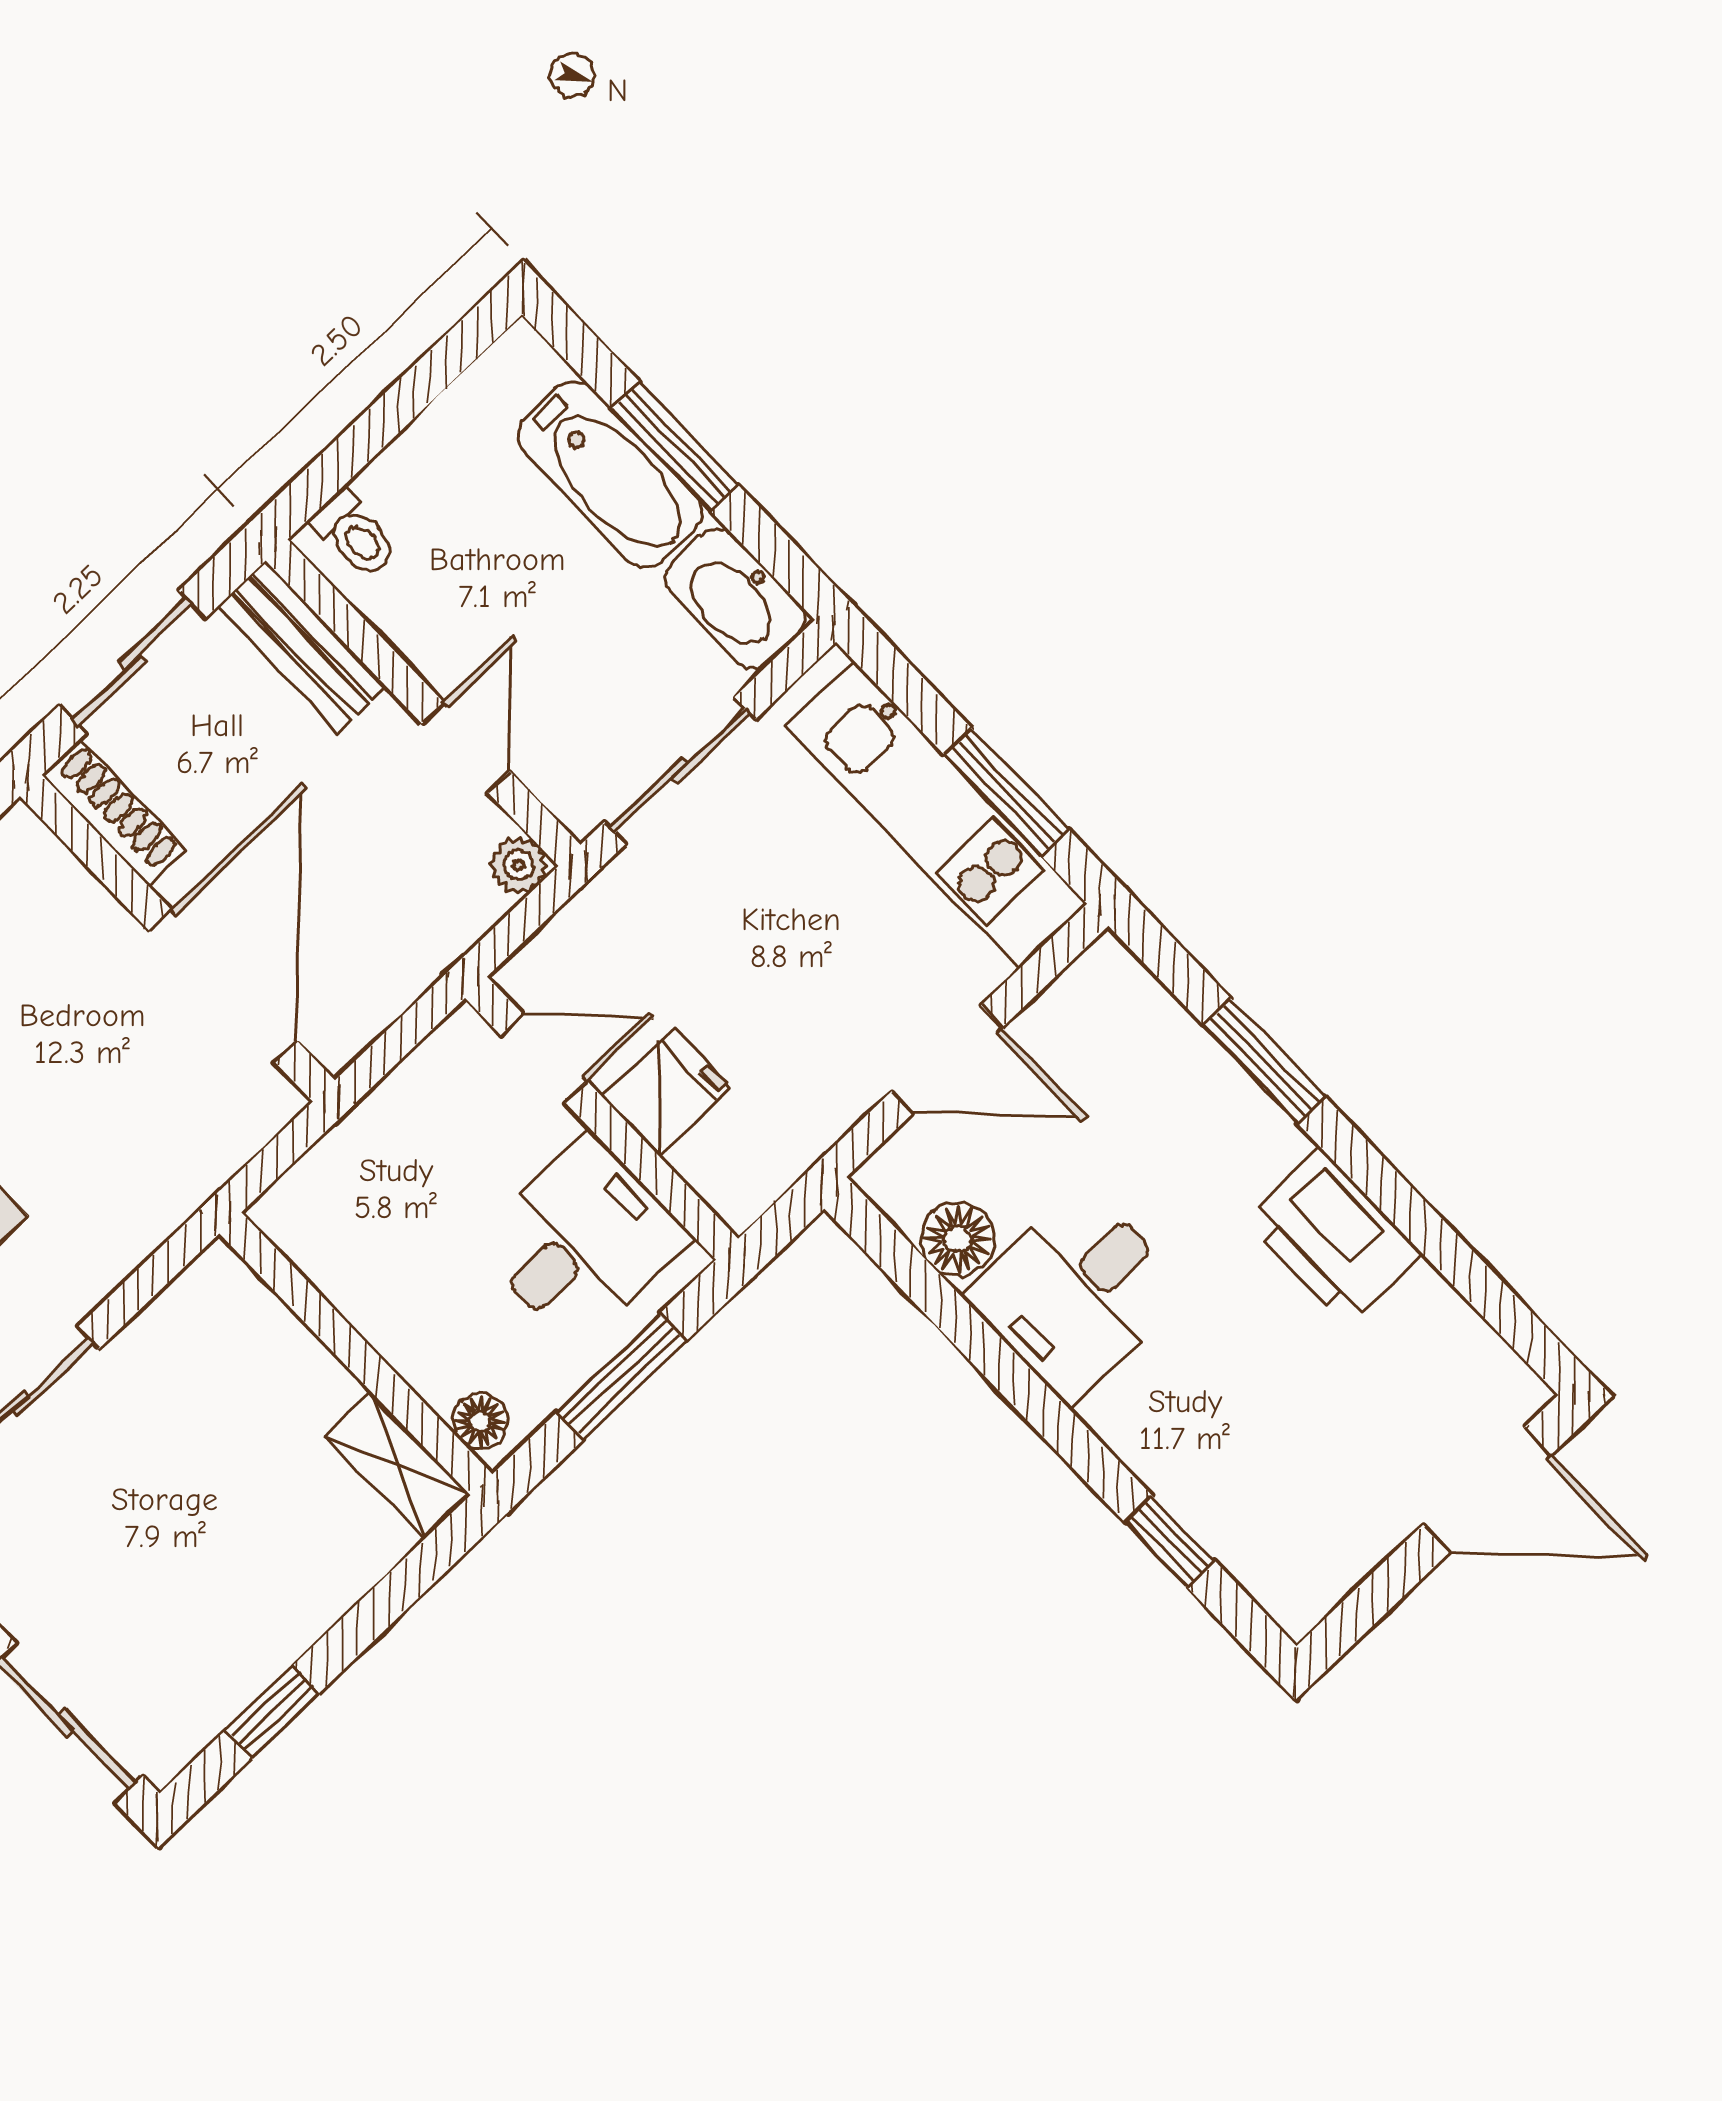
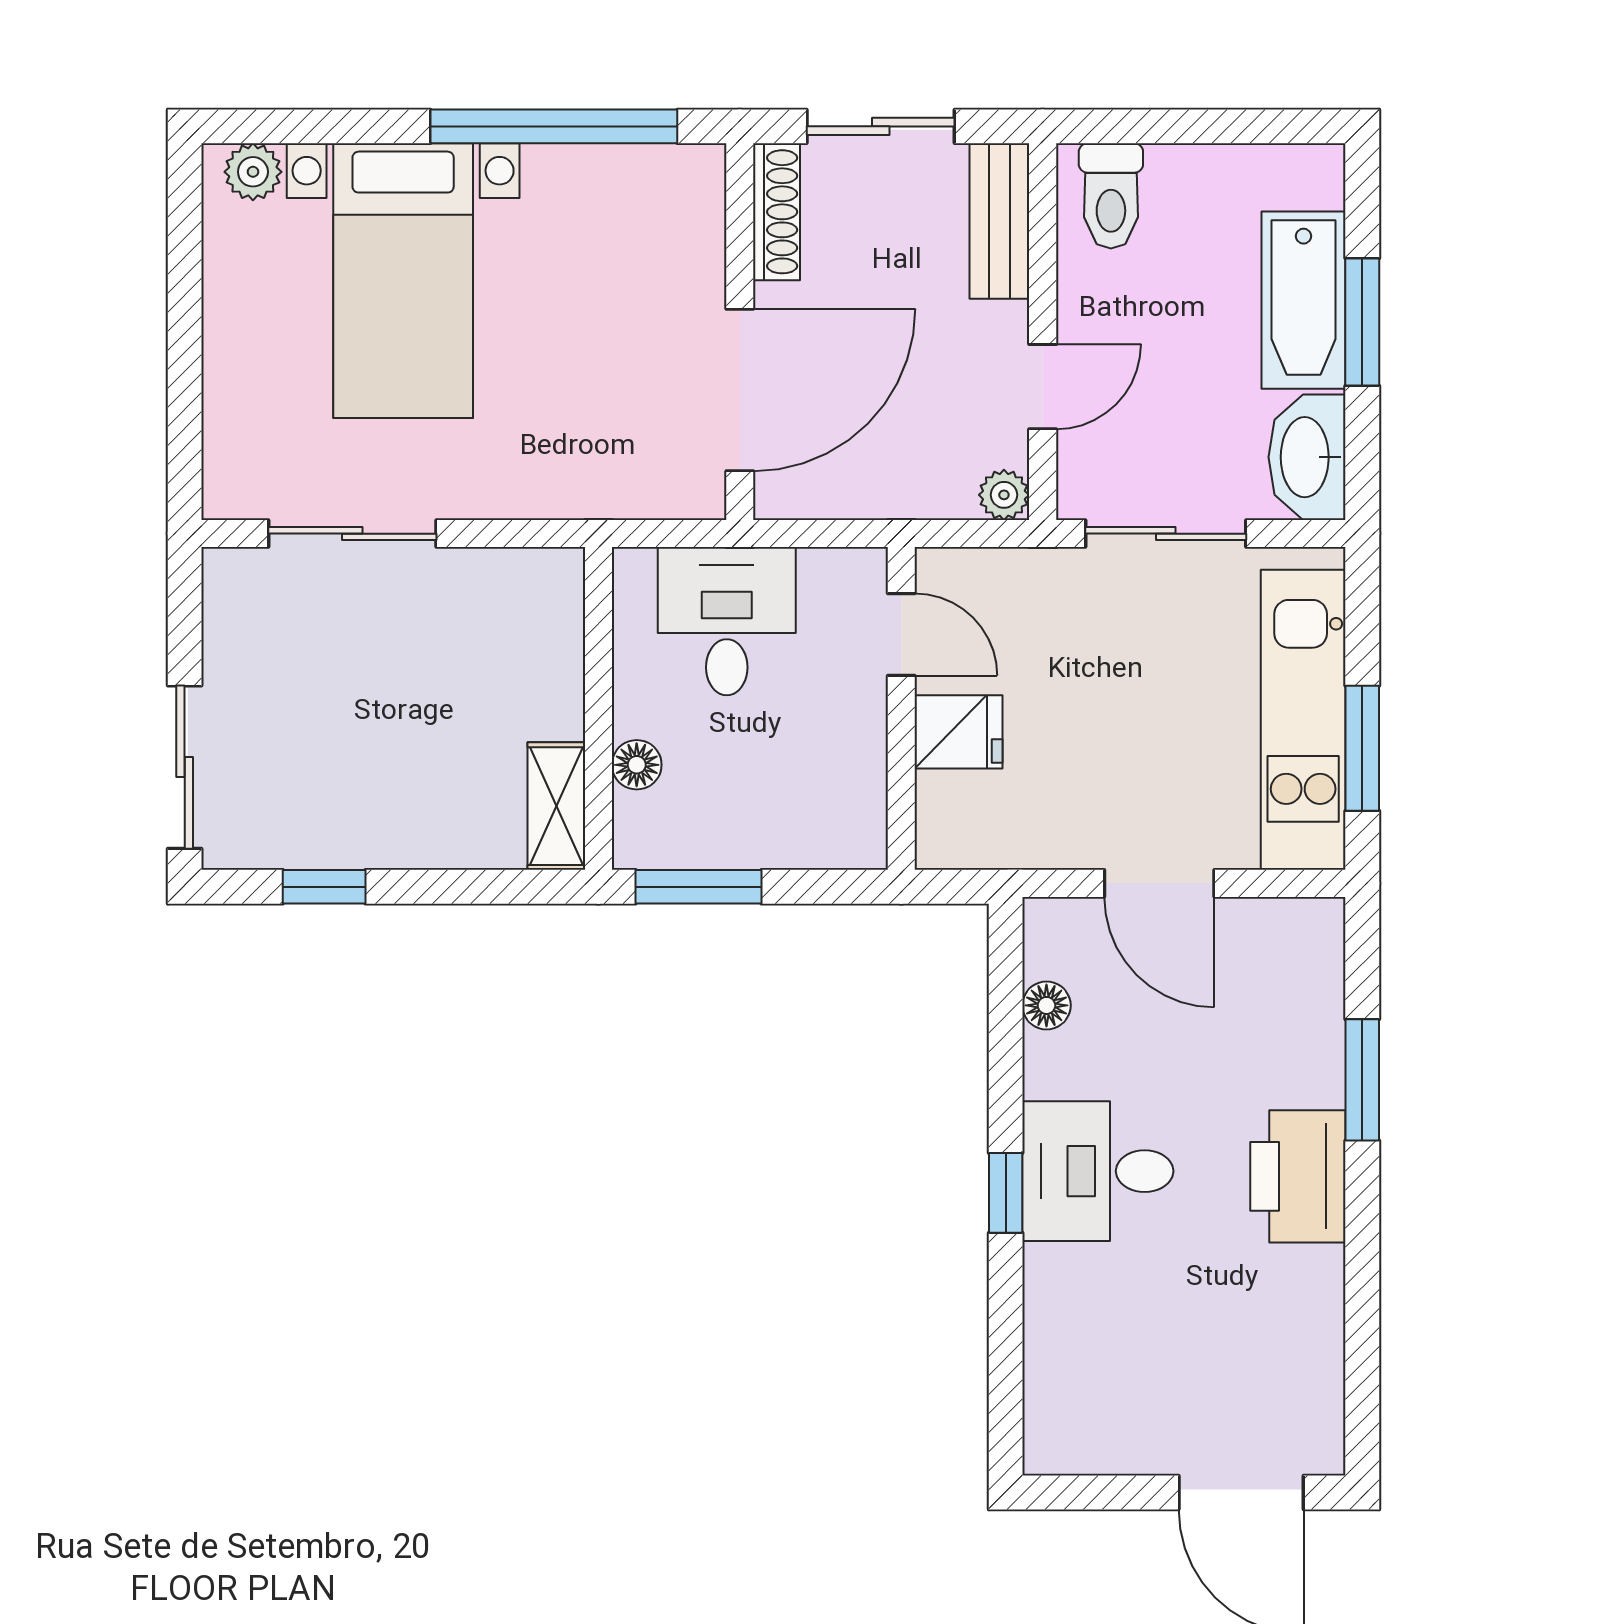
toilet: (354, 534) -> (1111, 196), width x1.37, depth x1.39
printer: (1333, 1237) -> (1298, 1176), moved
floor lamp: (958, 1239) -> (1046, 1005), width x0.73, depth x0.73
desk: (582, 1240) -> (727, 621), moved, turned -90
desk: (1076, 1294) -> (1098, 1171), moved
window: (621, 1377) -> (699, 887), moved
floor lamp: (480, 1421) -> (637, 765), moved
window: (1170, 1542) -> (1006, 1193), moved

